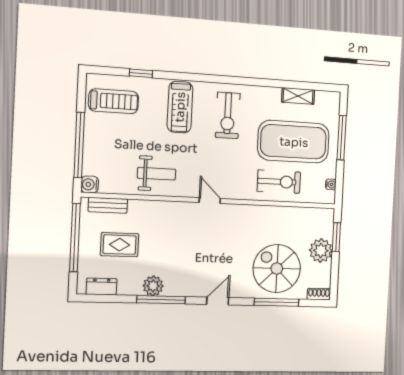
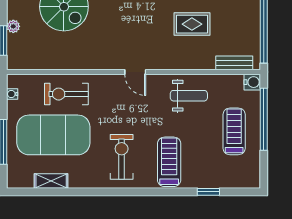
treadmill: (114, 101) -> (234, 131), moved, turned 90
weight bench: (157, 174) -> (189, 96), turned 180
rug: (120, 245) -> (192, 24), moved
plant: (321, 251) -> (13, 26), width x0.53, depth x0.53

